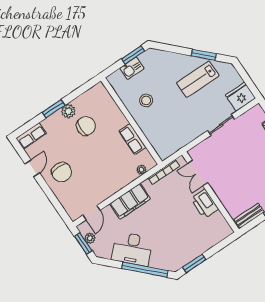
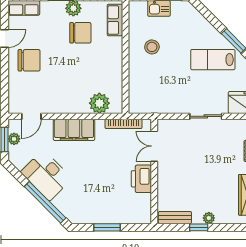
row of seats: (132, 139) -> (115, 20), moved
plant: (141, 170) -> (99, 103), width x1.88, depth x1.88
chair: (62, 172) -> (29, 60), turned -90
window: (194, 263) -> (107, 227), moved

